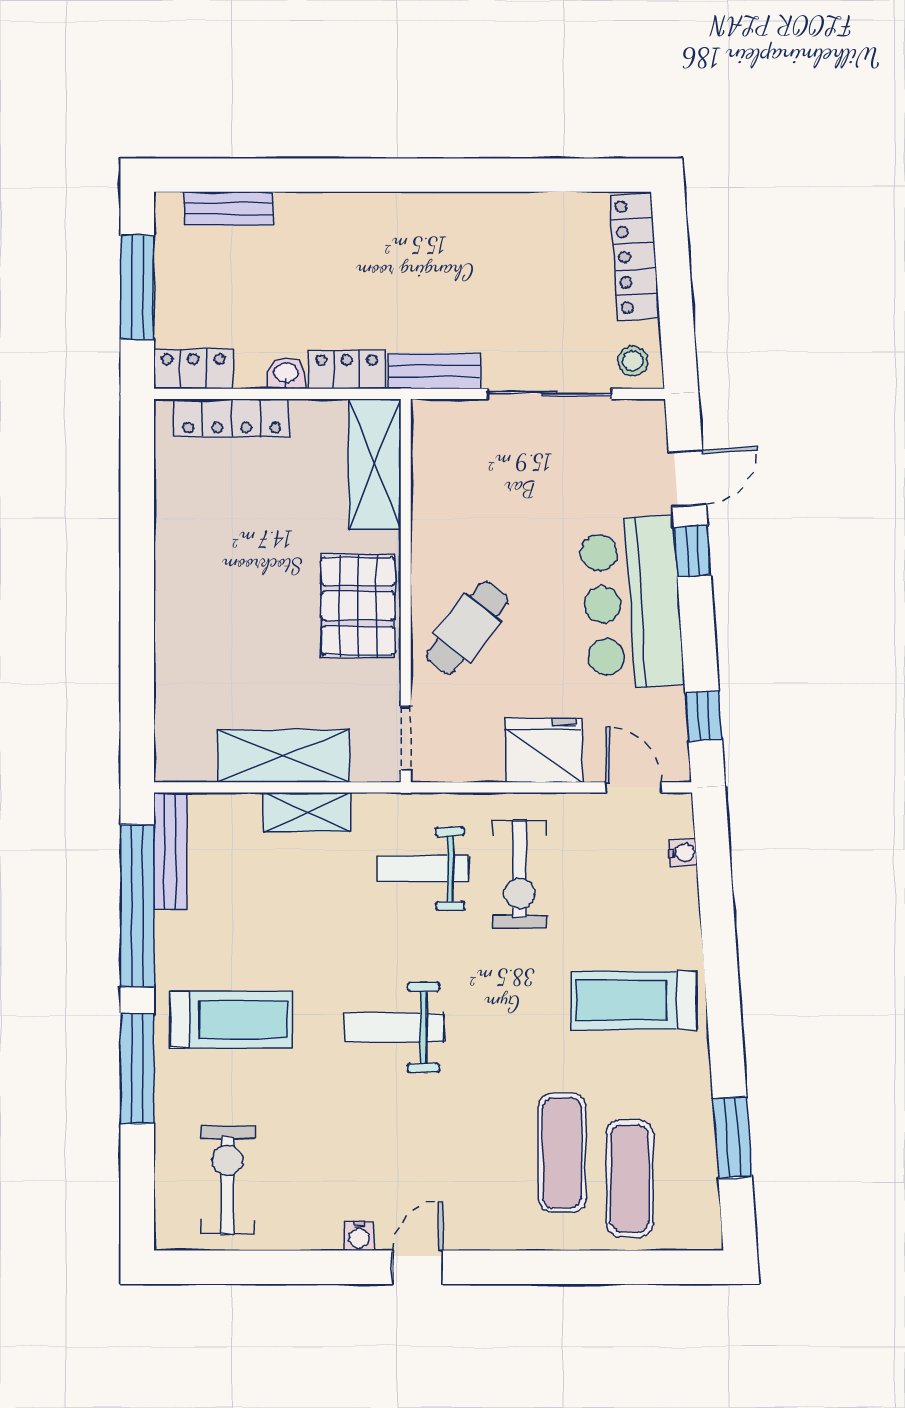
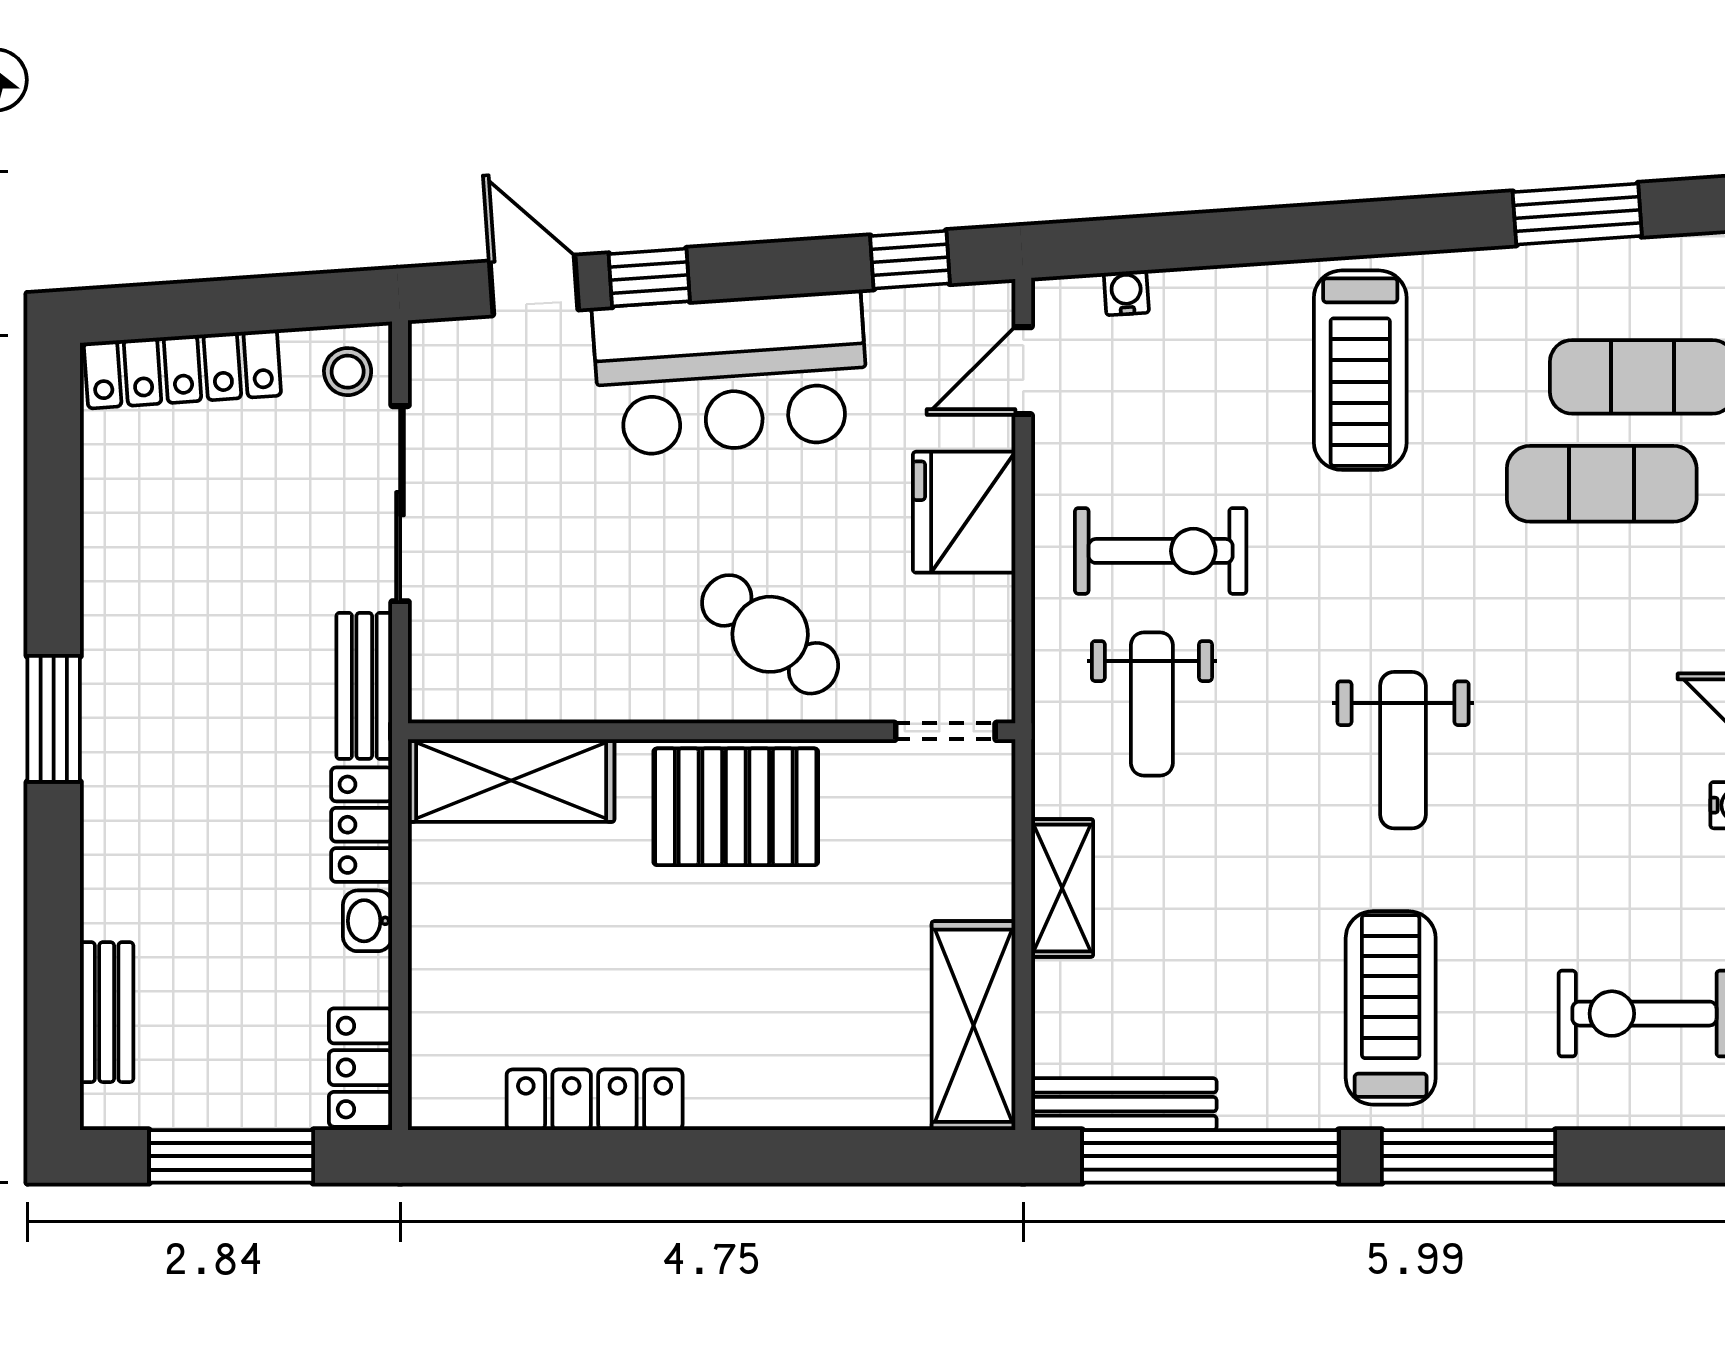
window: (414, 175) -> (54, 719), added
locker: (232, 418) -> (595, 1100), moved, turned -90
shelving: (284, 756) -> (973, 1026), moved

